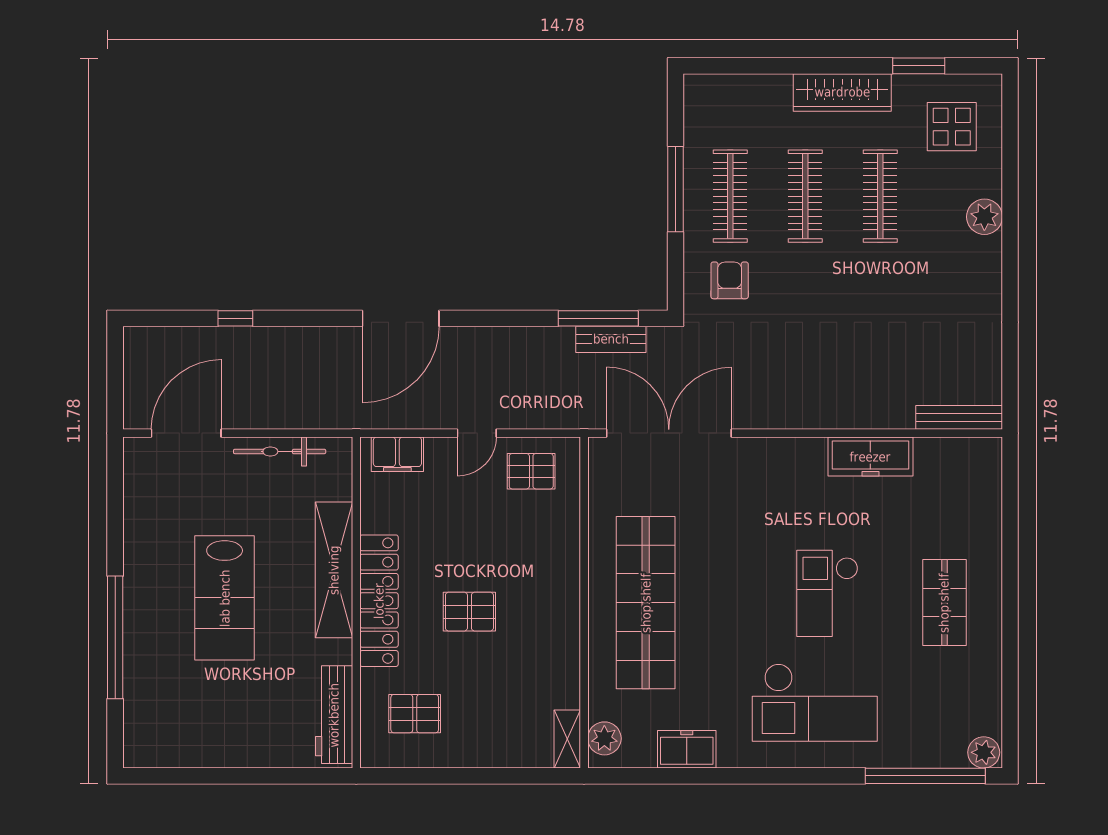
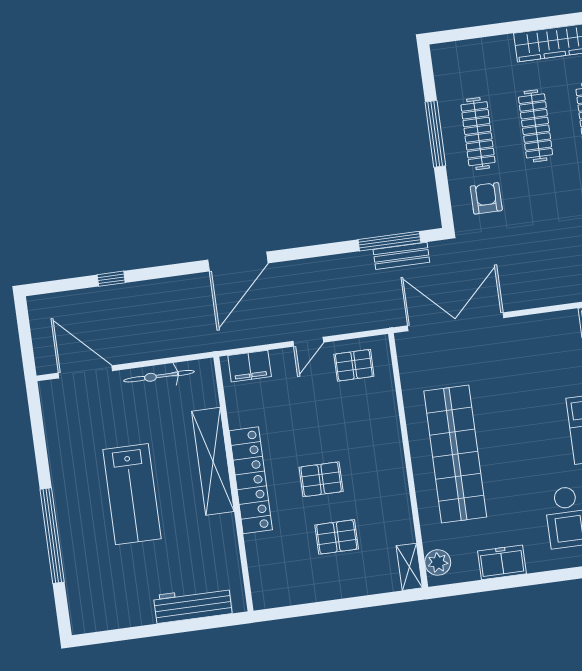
door: (186, 433) -> (85, 372), hinge flipped
pallet: (415, 714) -> (337, 537), moved
workbench: (334, 715) -> (193, 604), moved, turned 90

